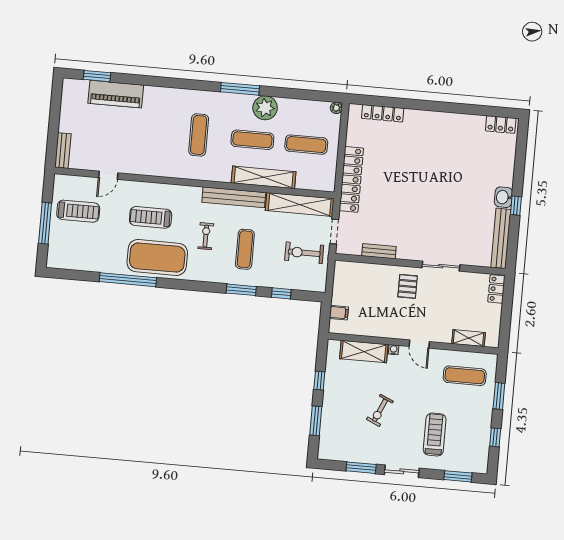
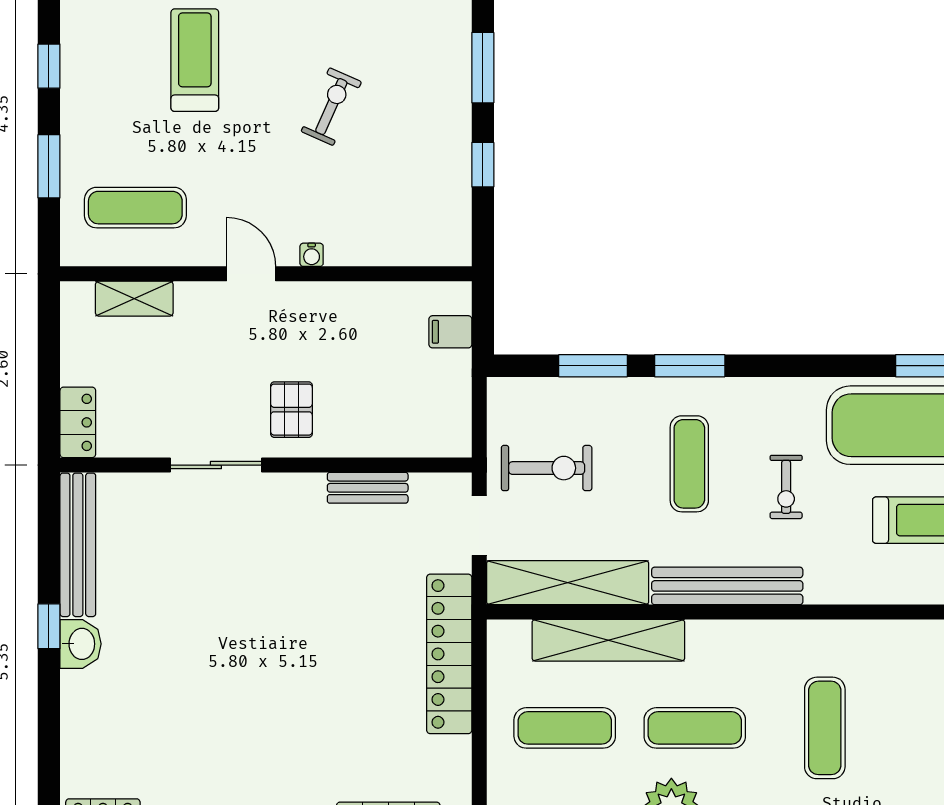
shelving: (264, 177) -> (608, 640), moved
window: (281, 293) -> (593, 366), width x1.50
shelving: (364, 352) -> (383, 244), removed
treadmill: (435, 435) -> (195, 60), turned 180

